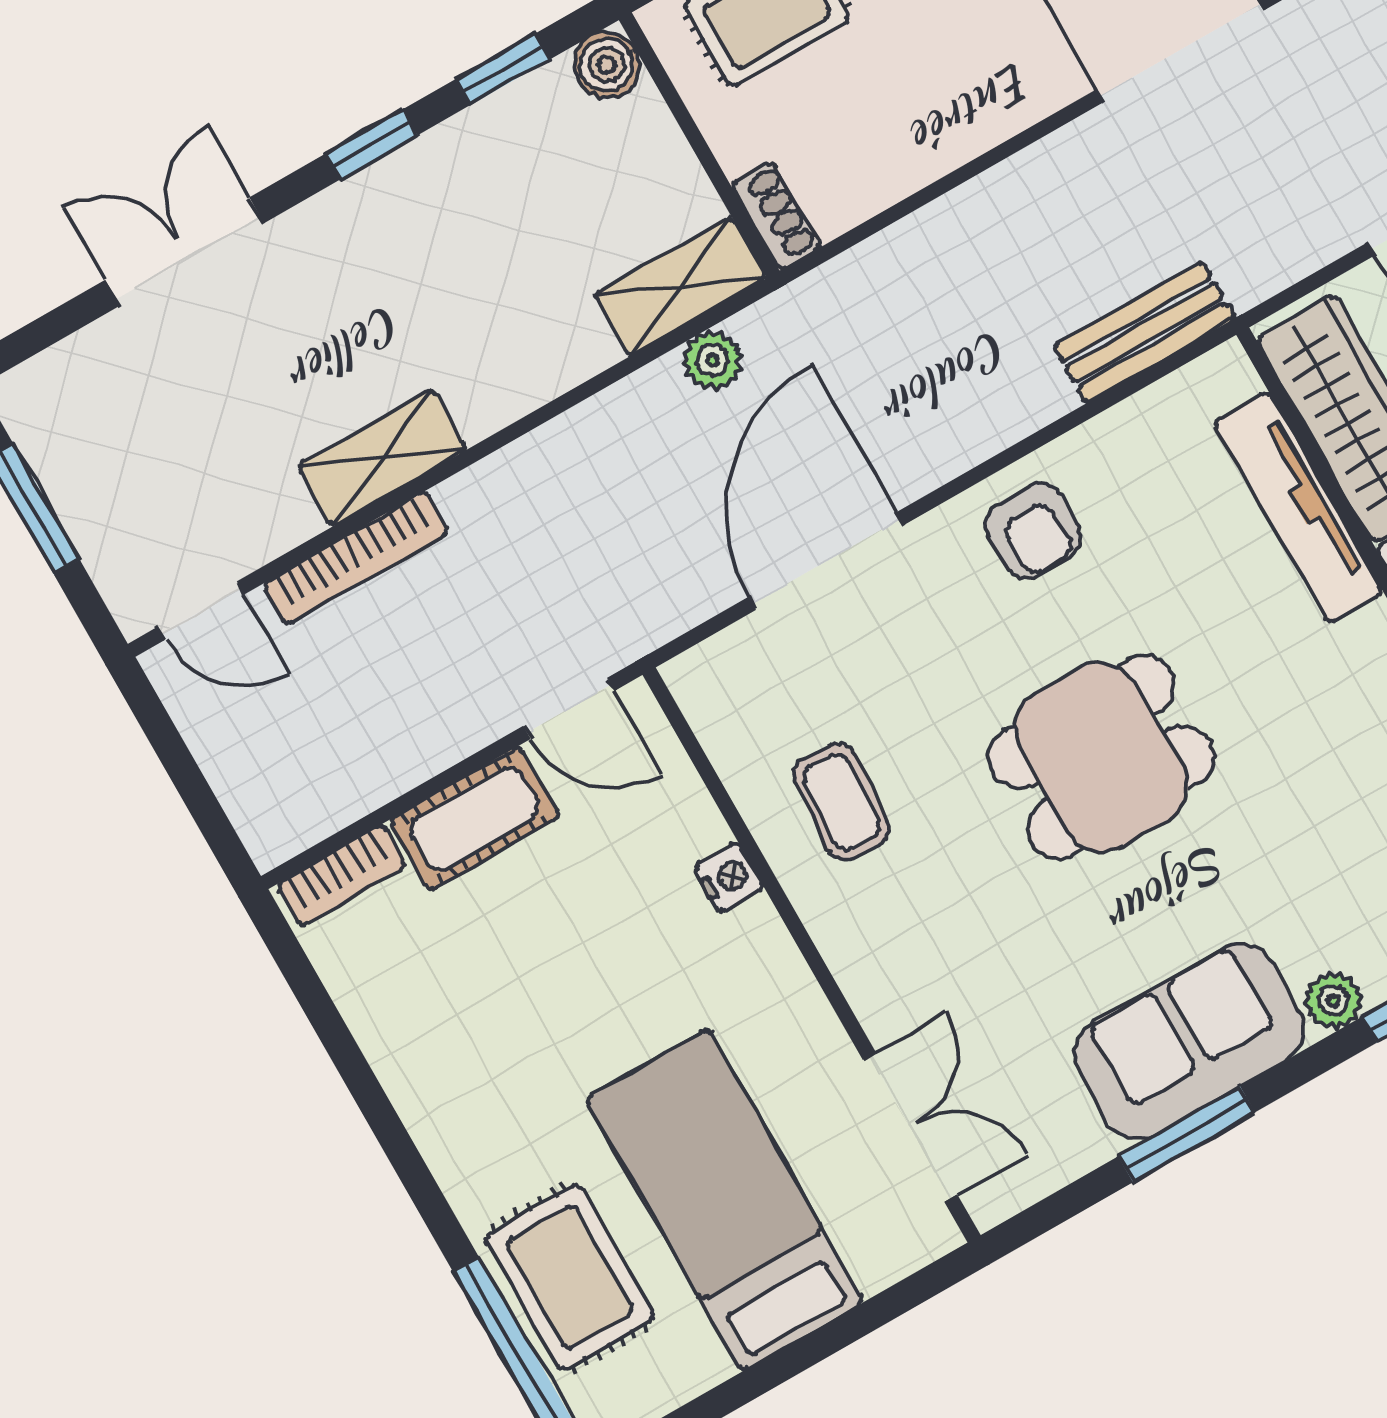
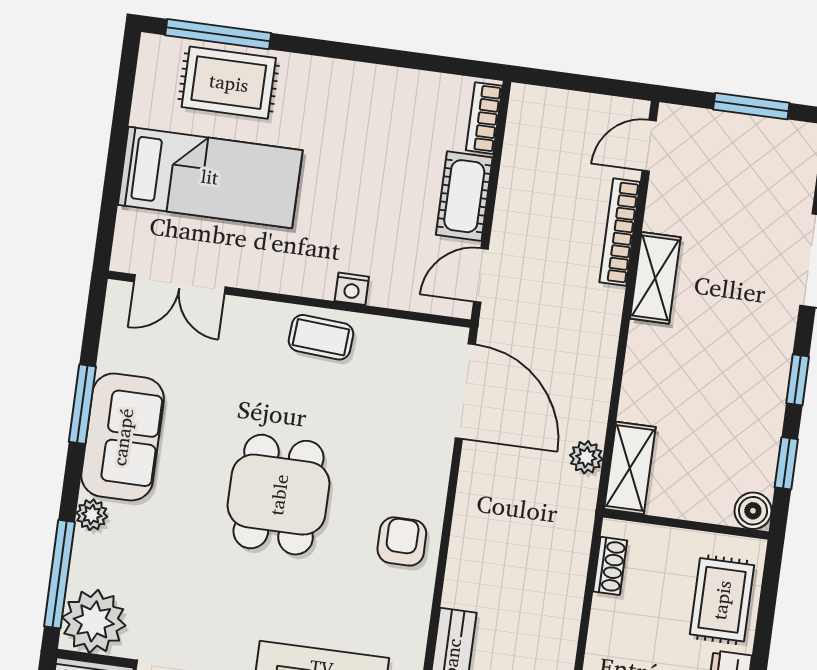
shoe rack: (776, 216) -> (610, 566), moved, turned -90
armchair: (1033, 531) -> (402, 541), turned 90
door: (826, 561) -> (465, 391), moved
coffee table: (841, 802) -> (321, 337), moved

